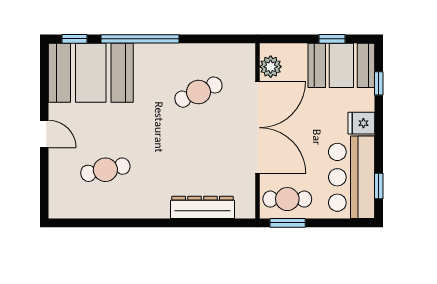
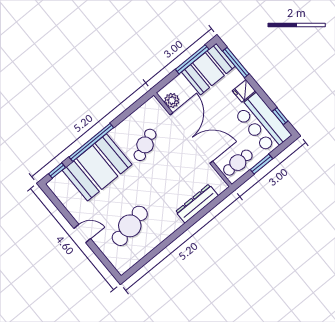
window: (332, 39) -> (192, 59), width x2.17
booth: (91, 73) -> (97, 167), moved
window: (379, 83) -> (236, 62), width x2.17
cafe table: (105, 170) -> (130, 226), width x1.37, depth x1.35
window: (288, 223) -> (262, 164), moved

